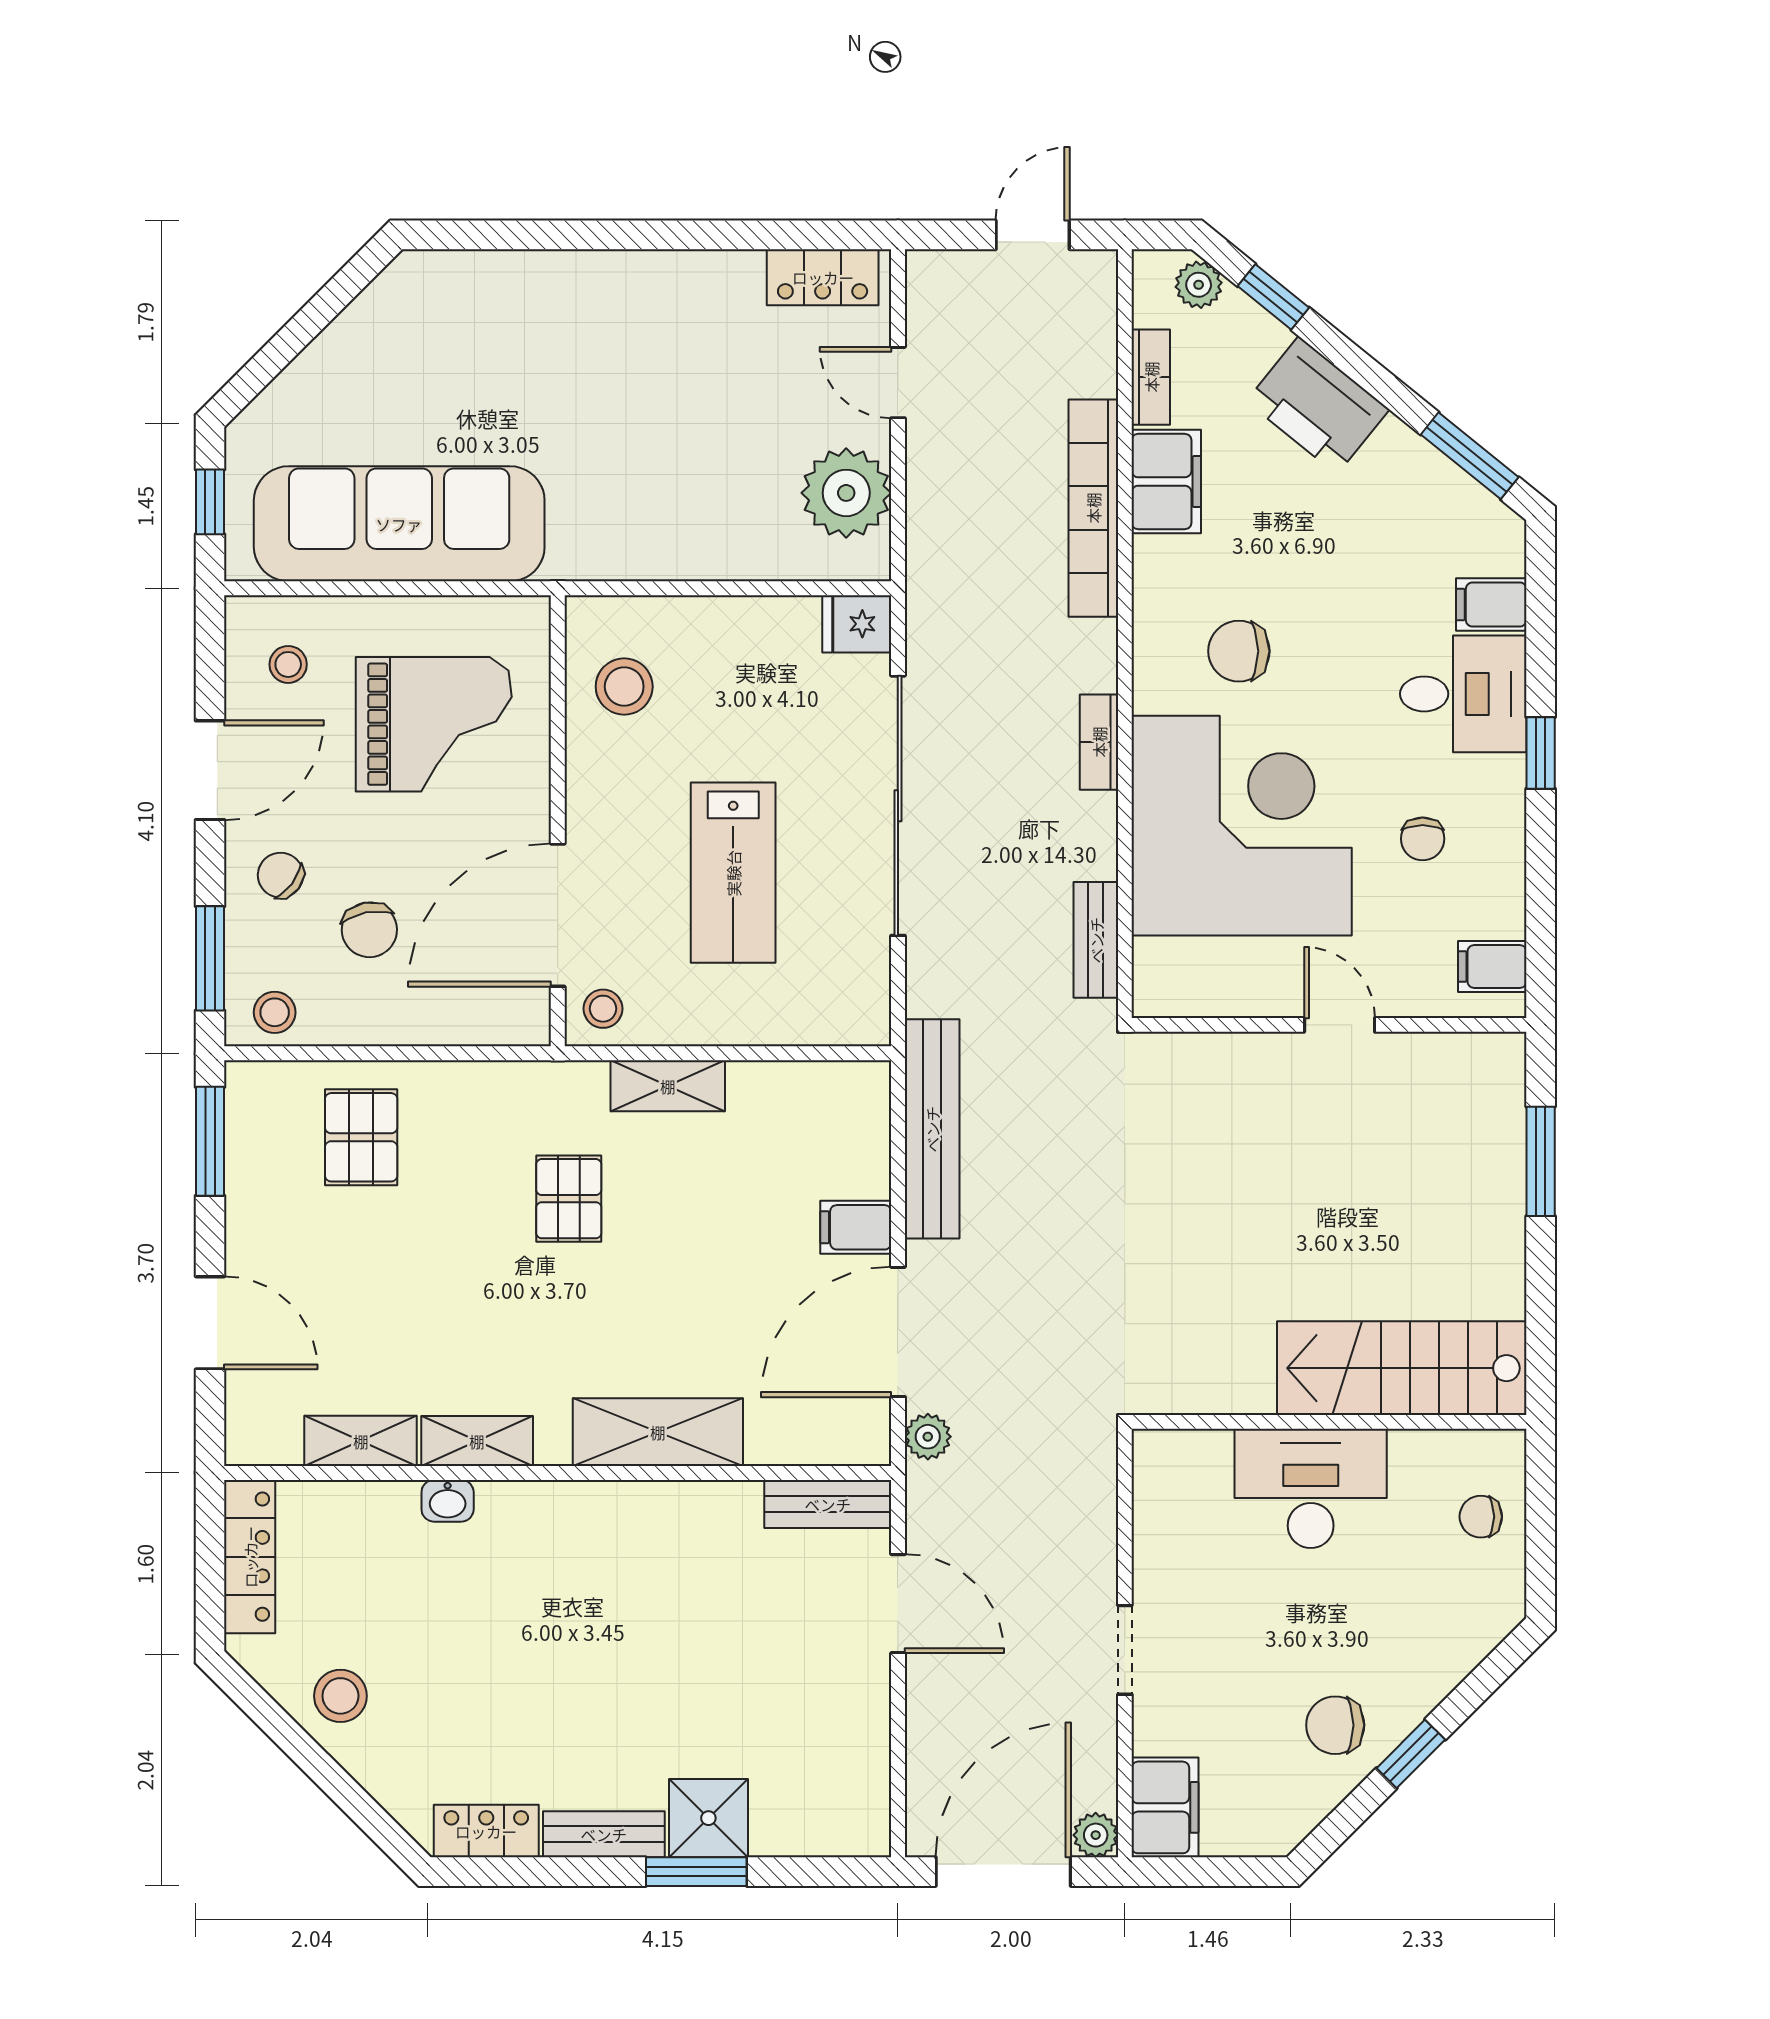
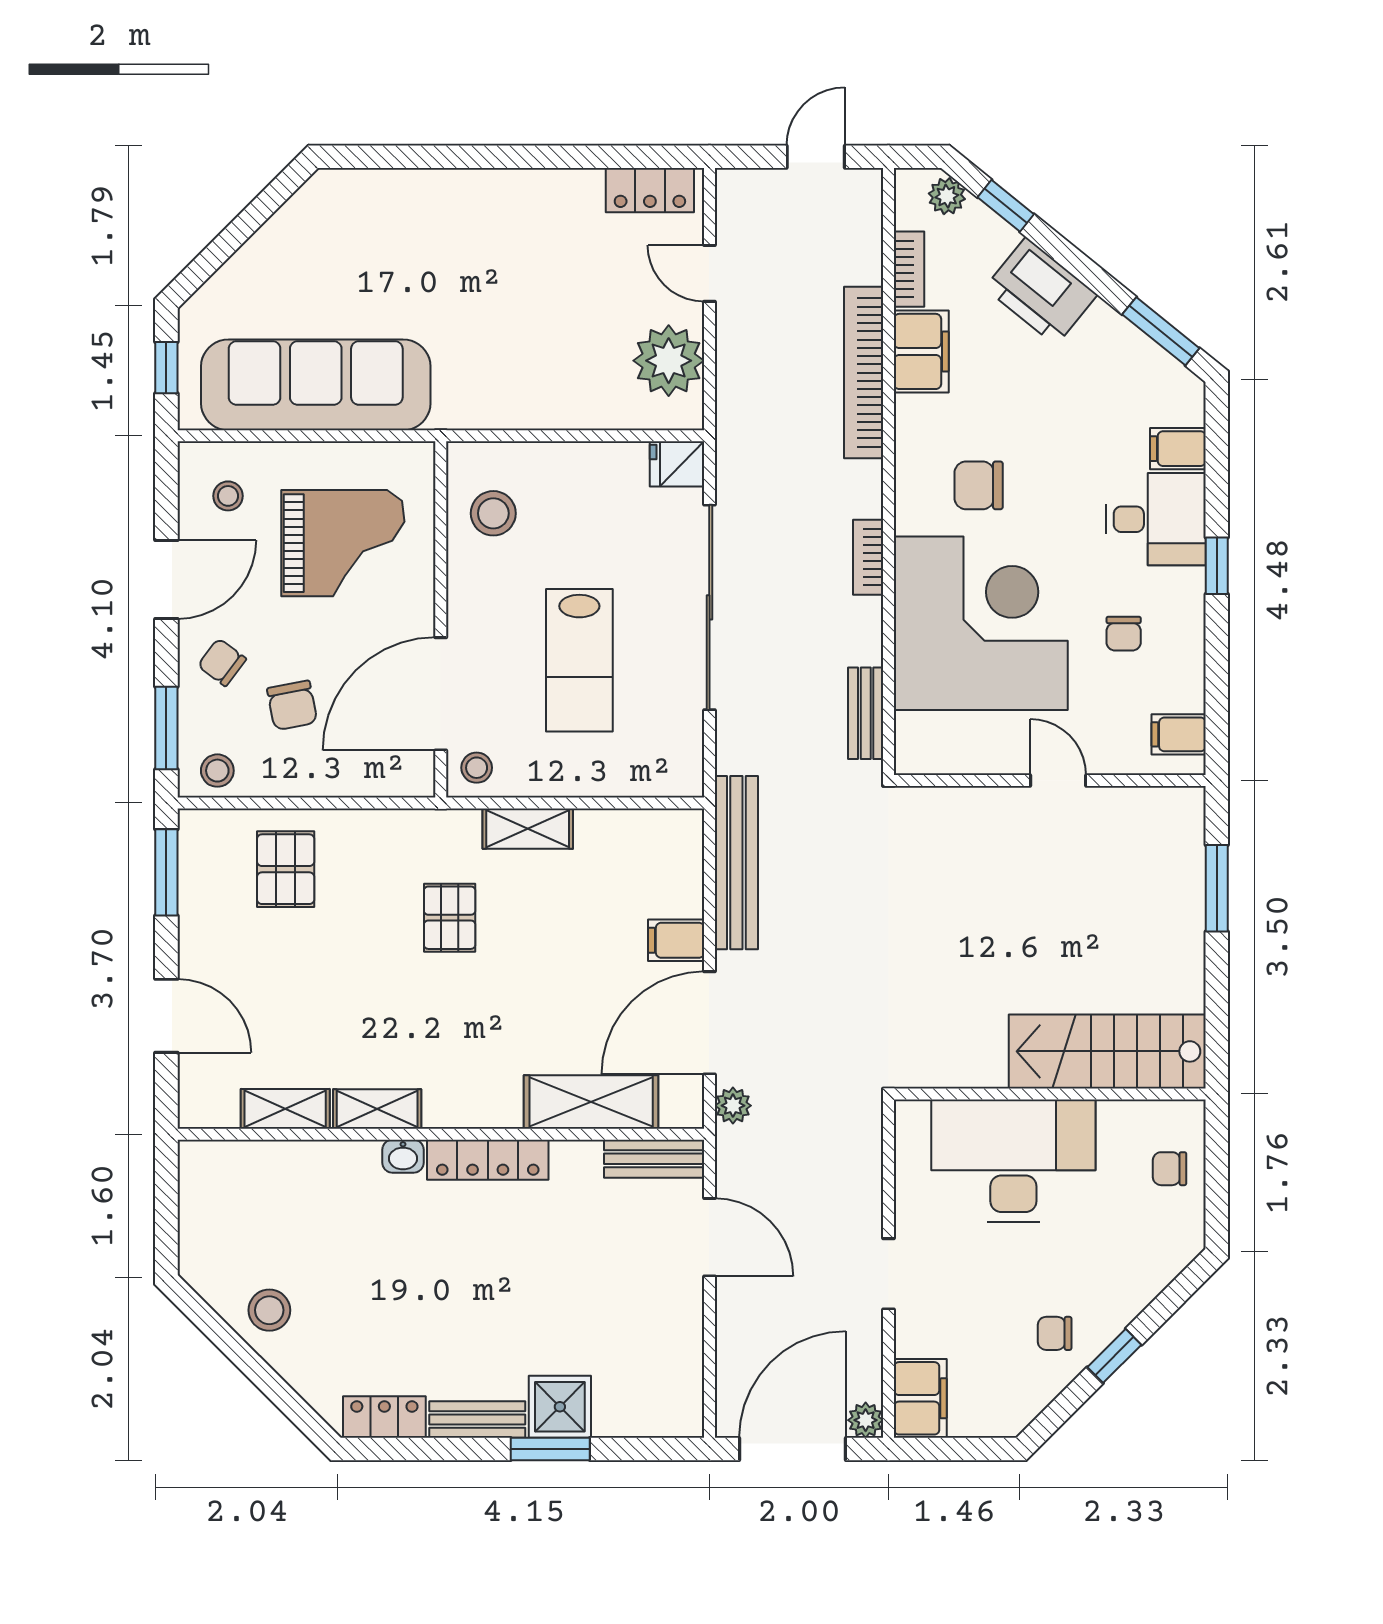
shelving: (658, 1432) -> (591, 1102), moved
desk: (1311, 1488) -> (1013, 1161), width x1.36, depth x1.30
washbasin: (448, 1501) -> (403, 1156), moved
locker: (250, 1557) -> (488, 1160), moved, turned 90
chair: (1335, 1725) -> (1055, 1333), width x0.73, depth x0.73

